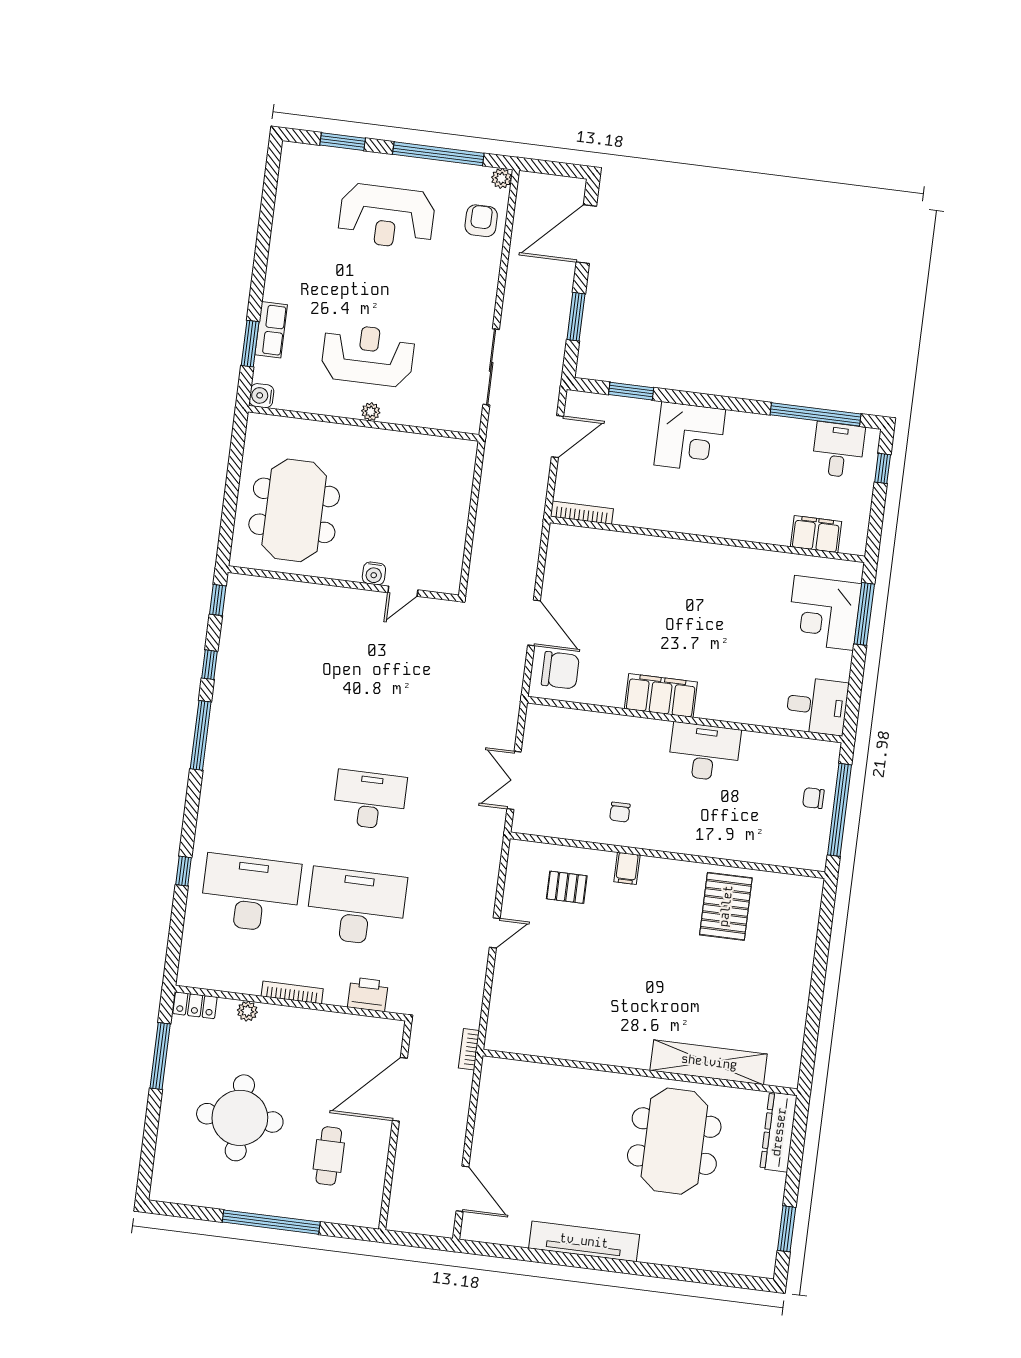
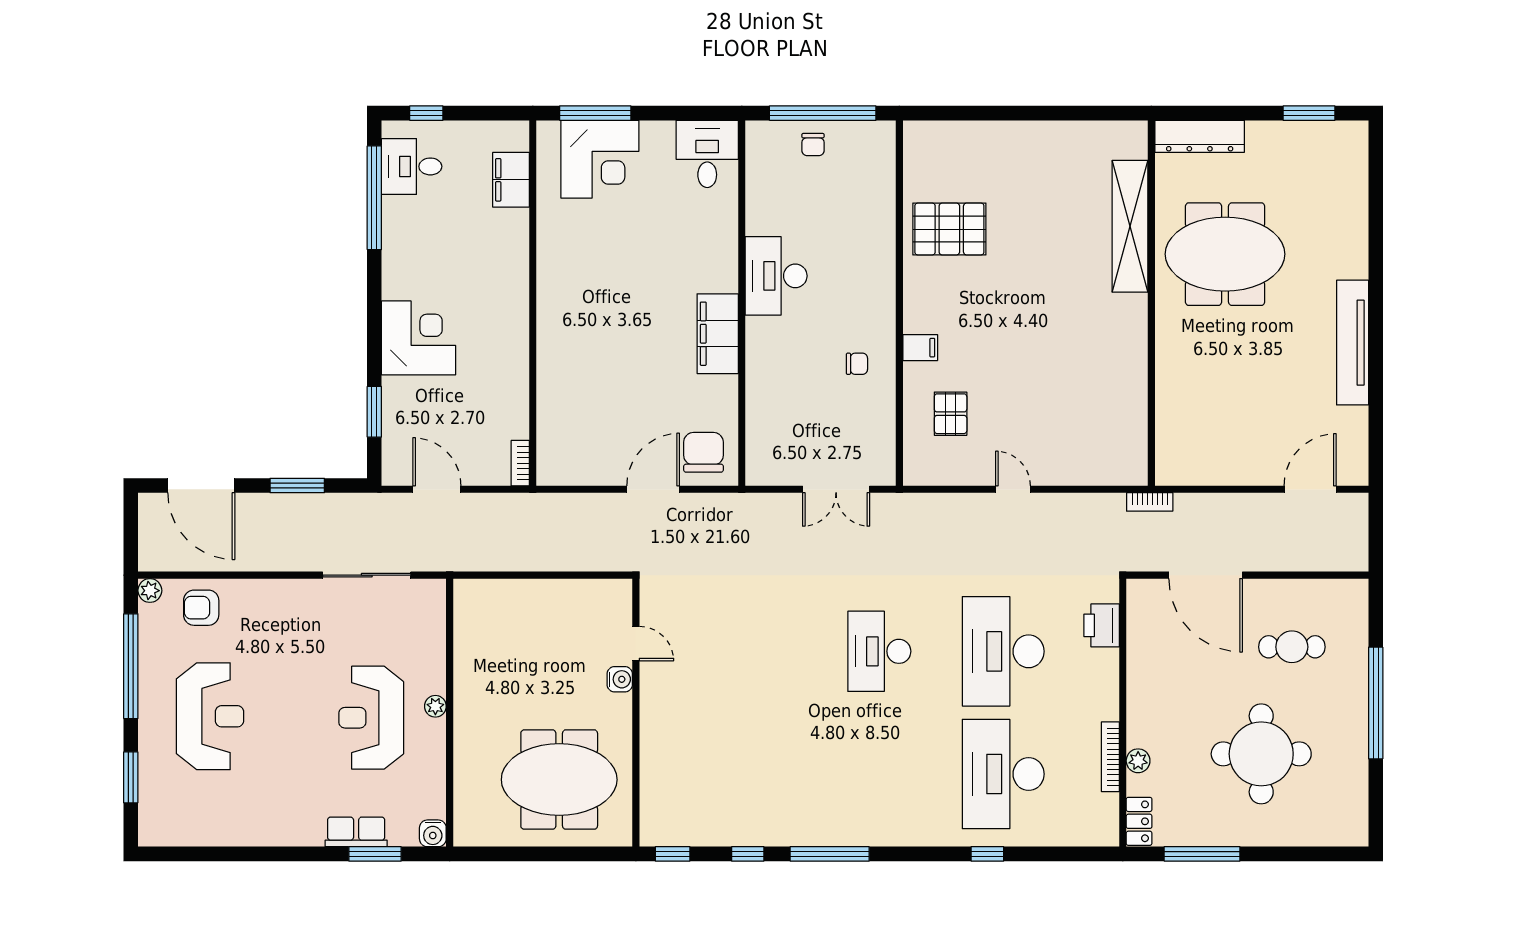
bookcase: (582, 513) -> (520, 463), width x0.64
bookcase: (292, 992) -> (1110, 757), moved

